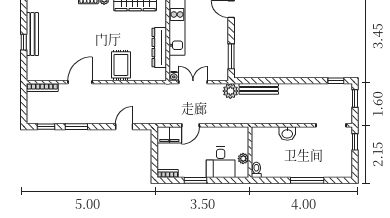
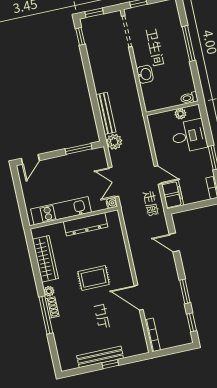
rug: (121, 65) -> (94, 278), moved

